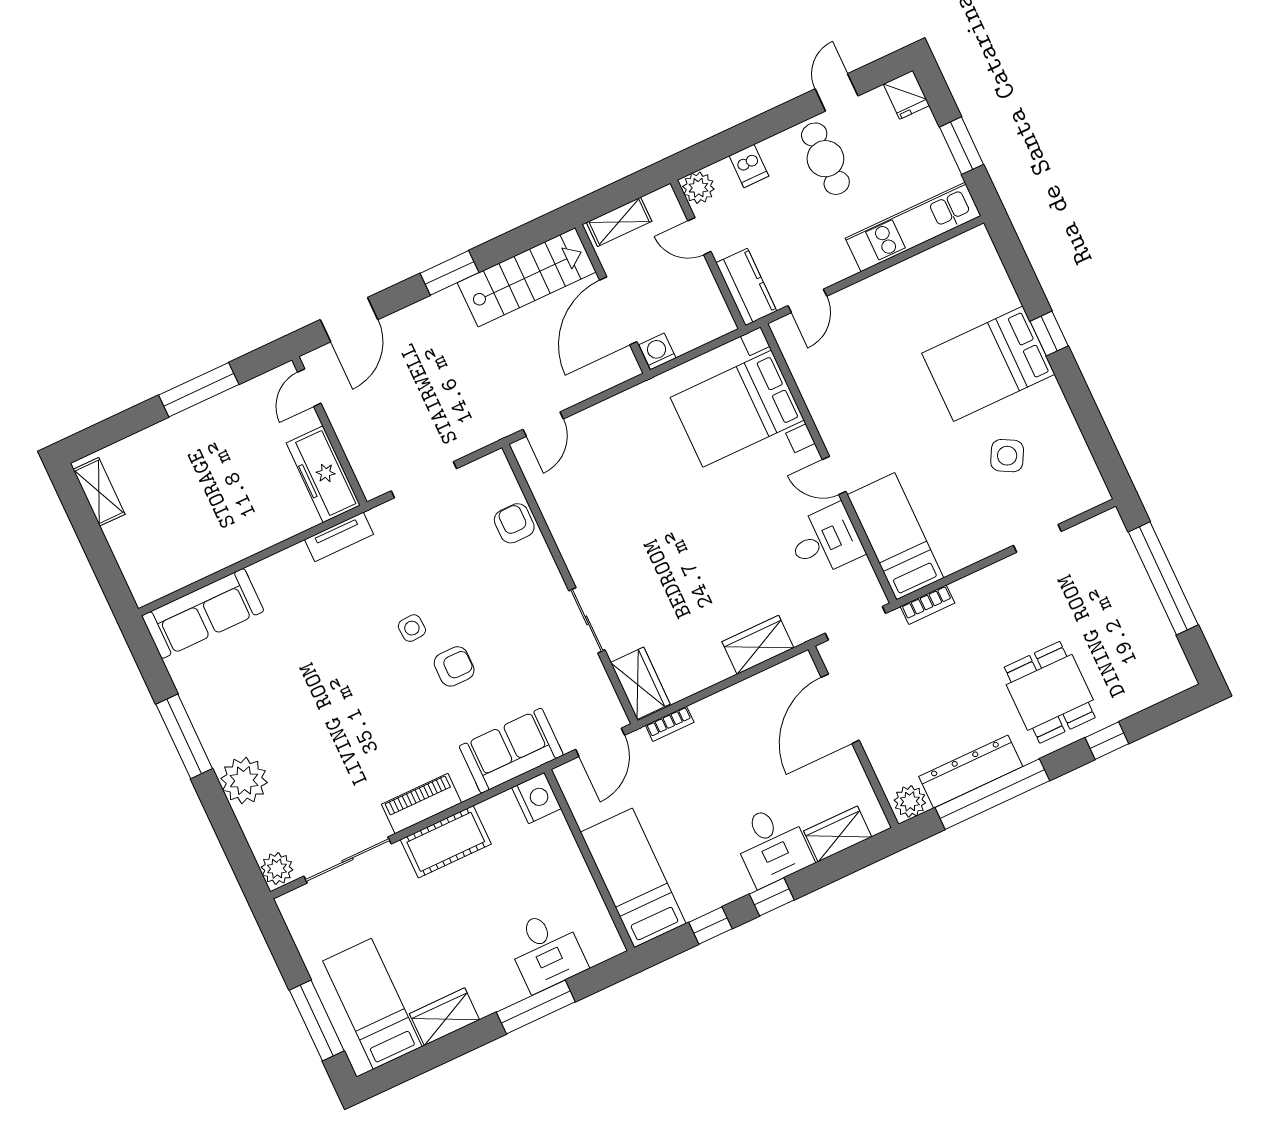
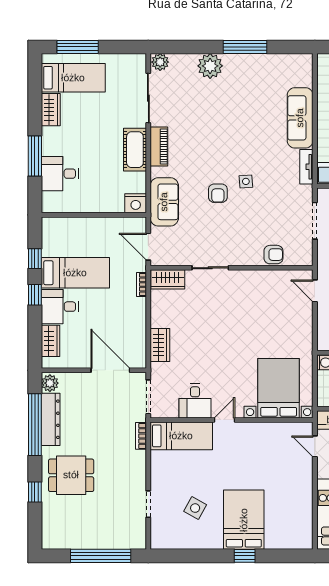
sofa: (203, 613) -> (300, 118), moved
bed: (633, 878) -> (75, 273), moved

